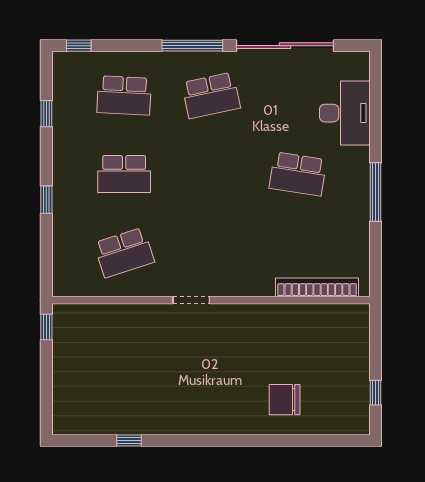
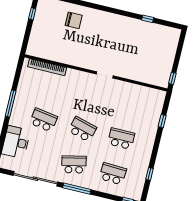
window: (46, 200) -> (162, 121), moved
school desk: (124, 252) -> (82, 129), moved, turned 33

